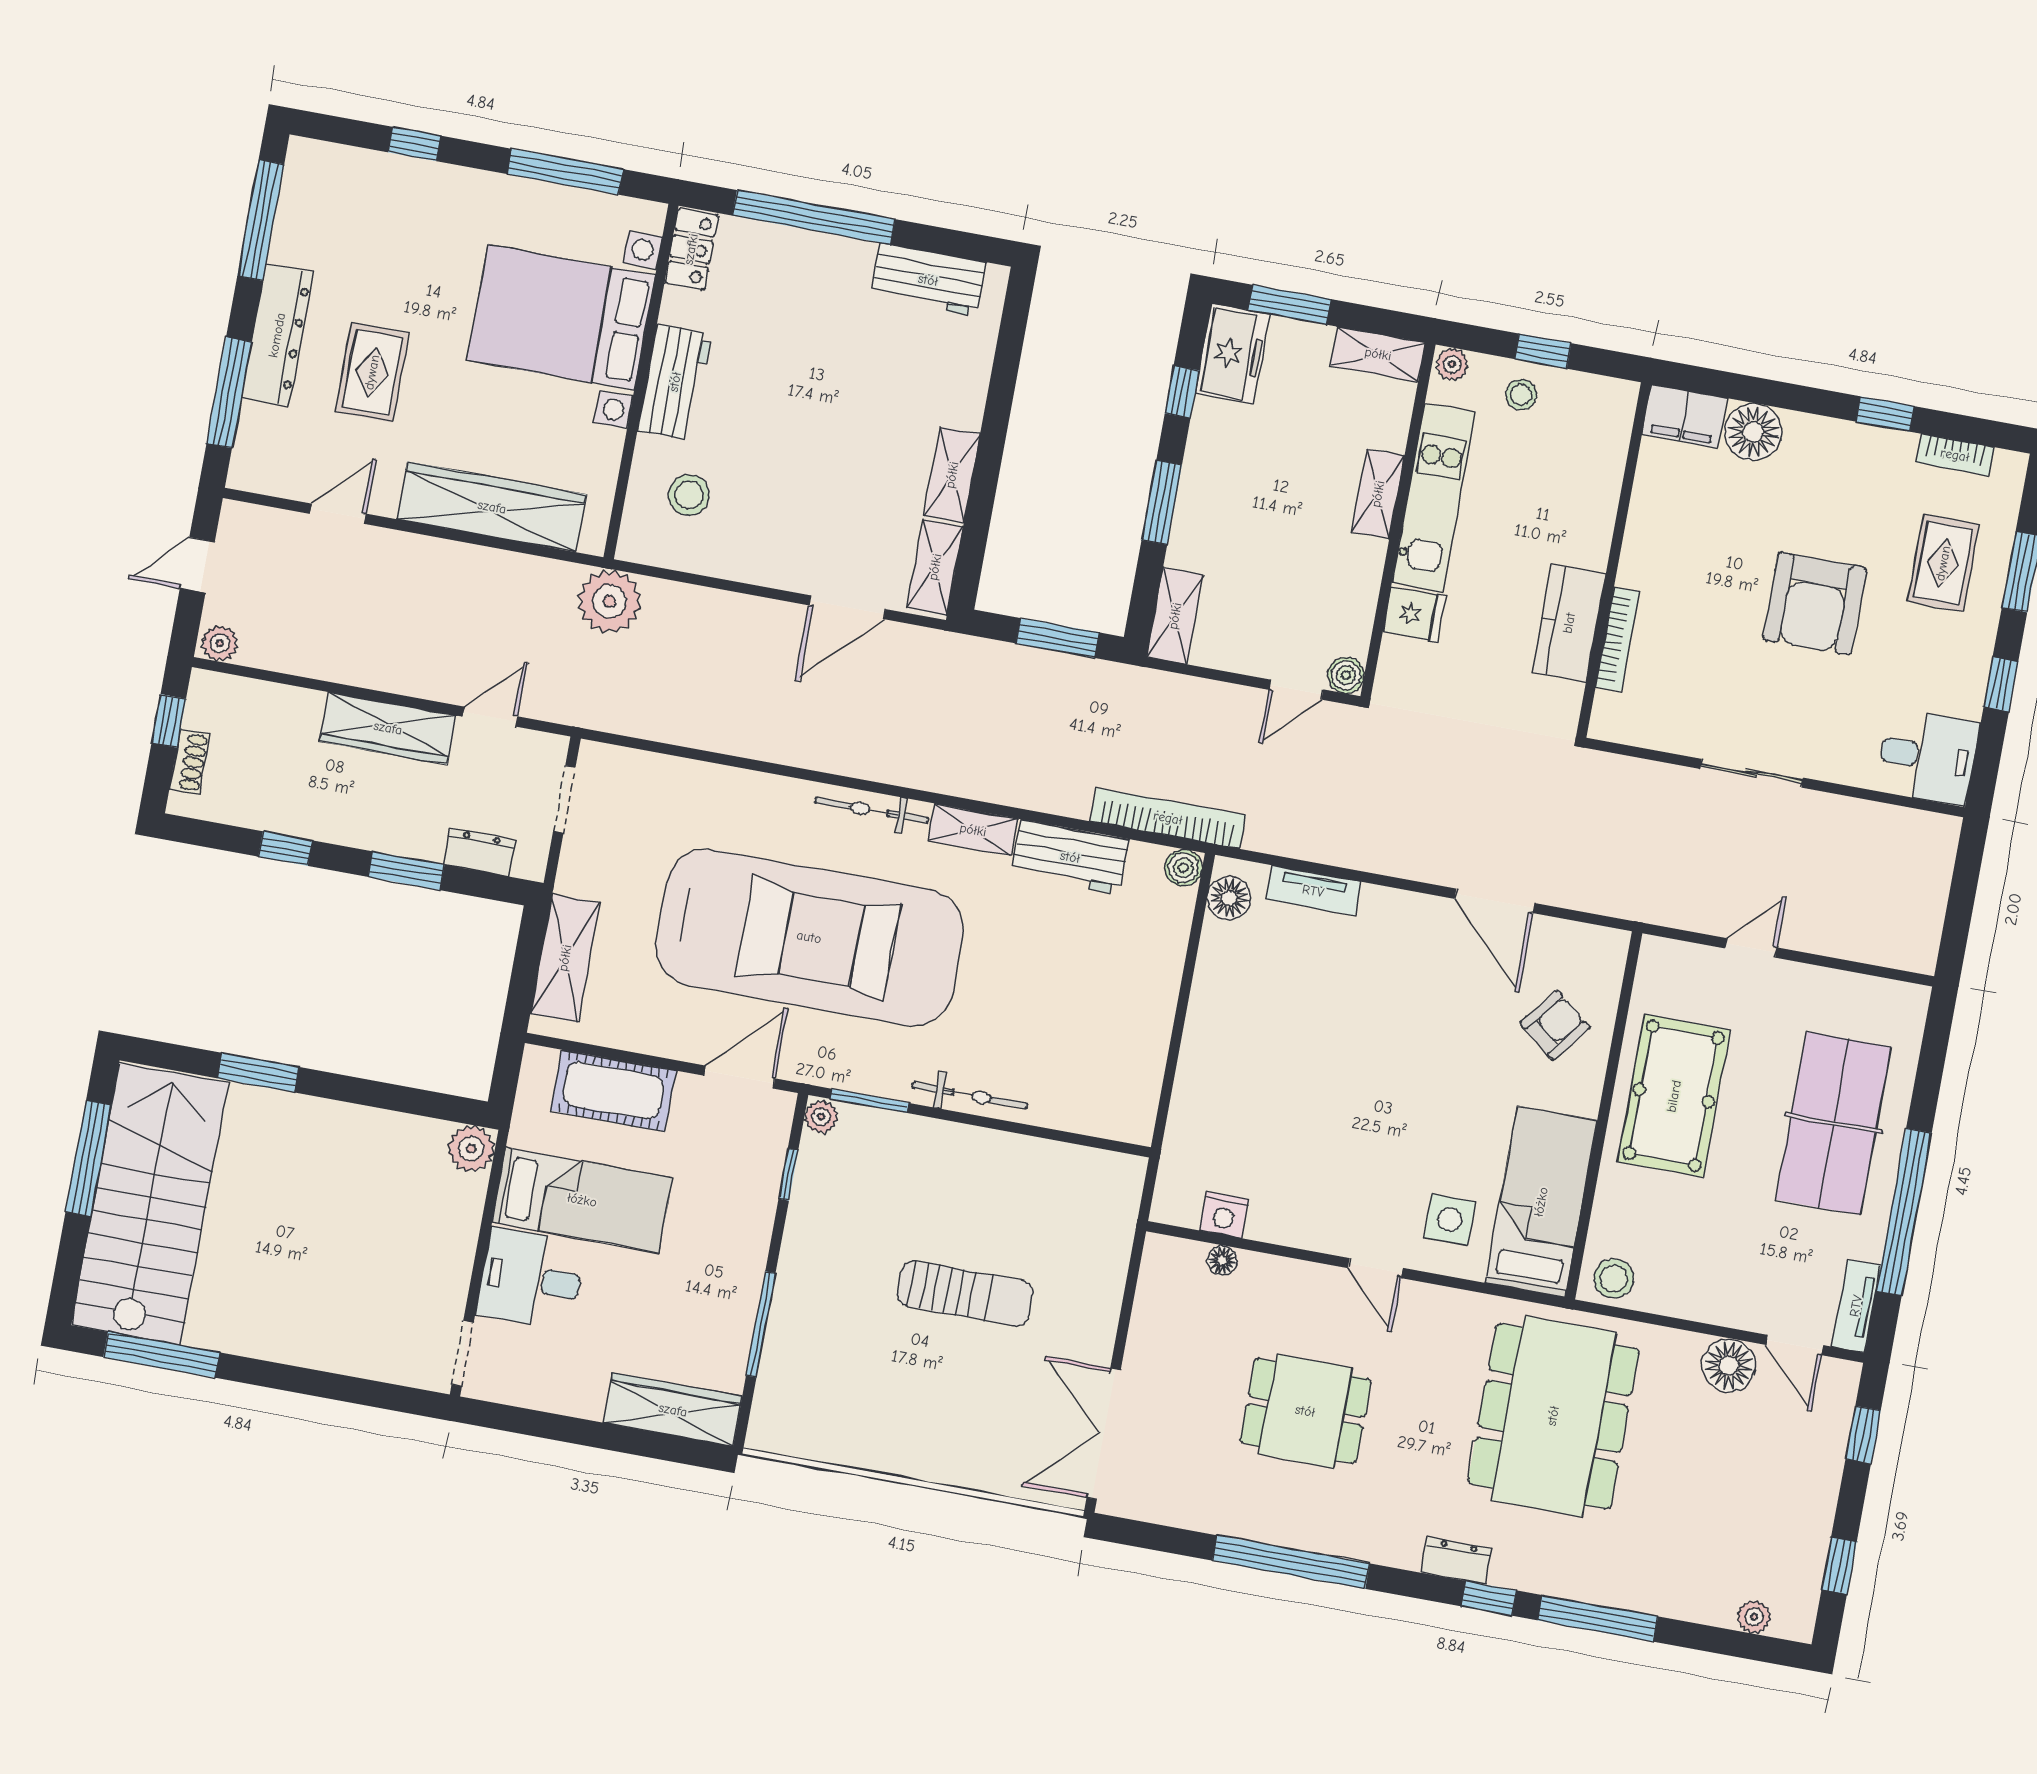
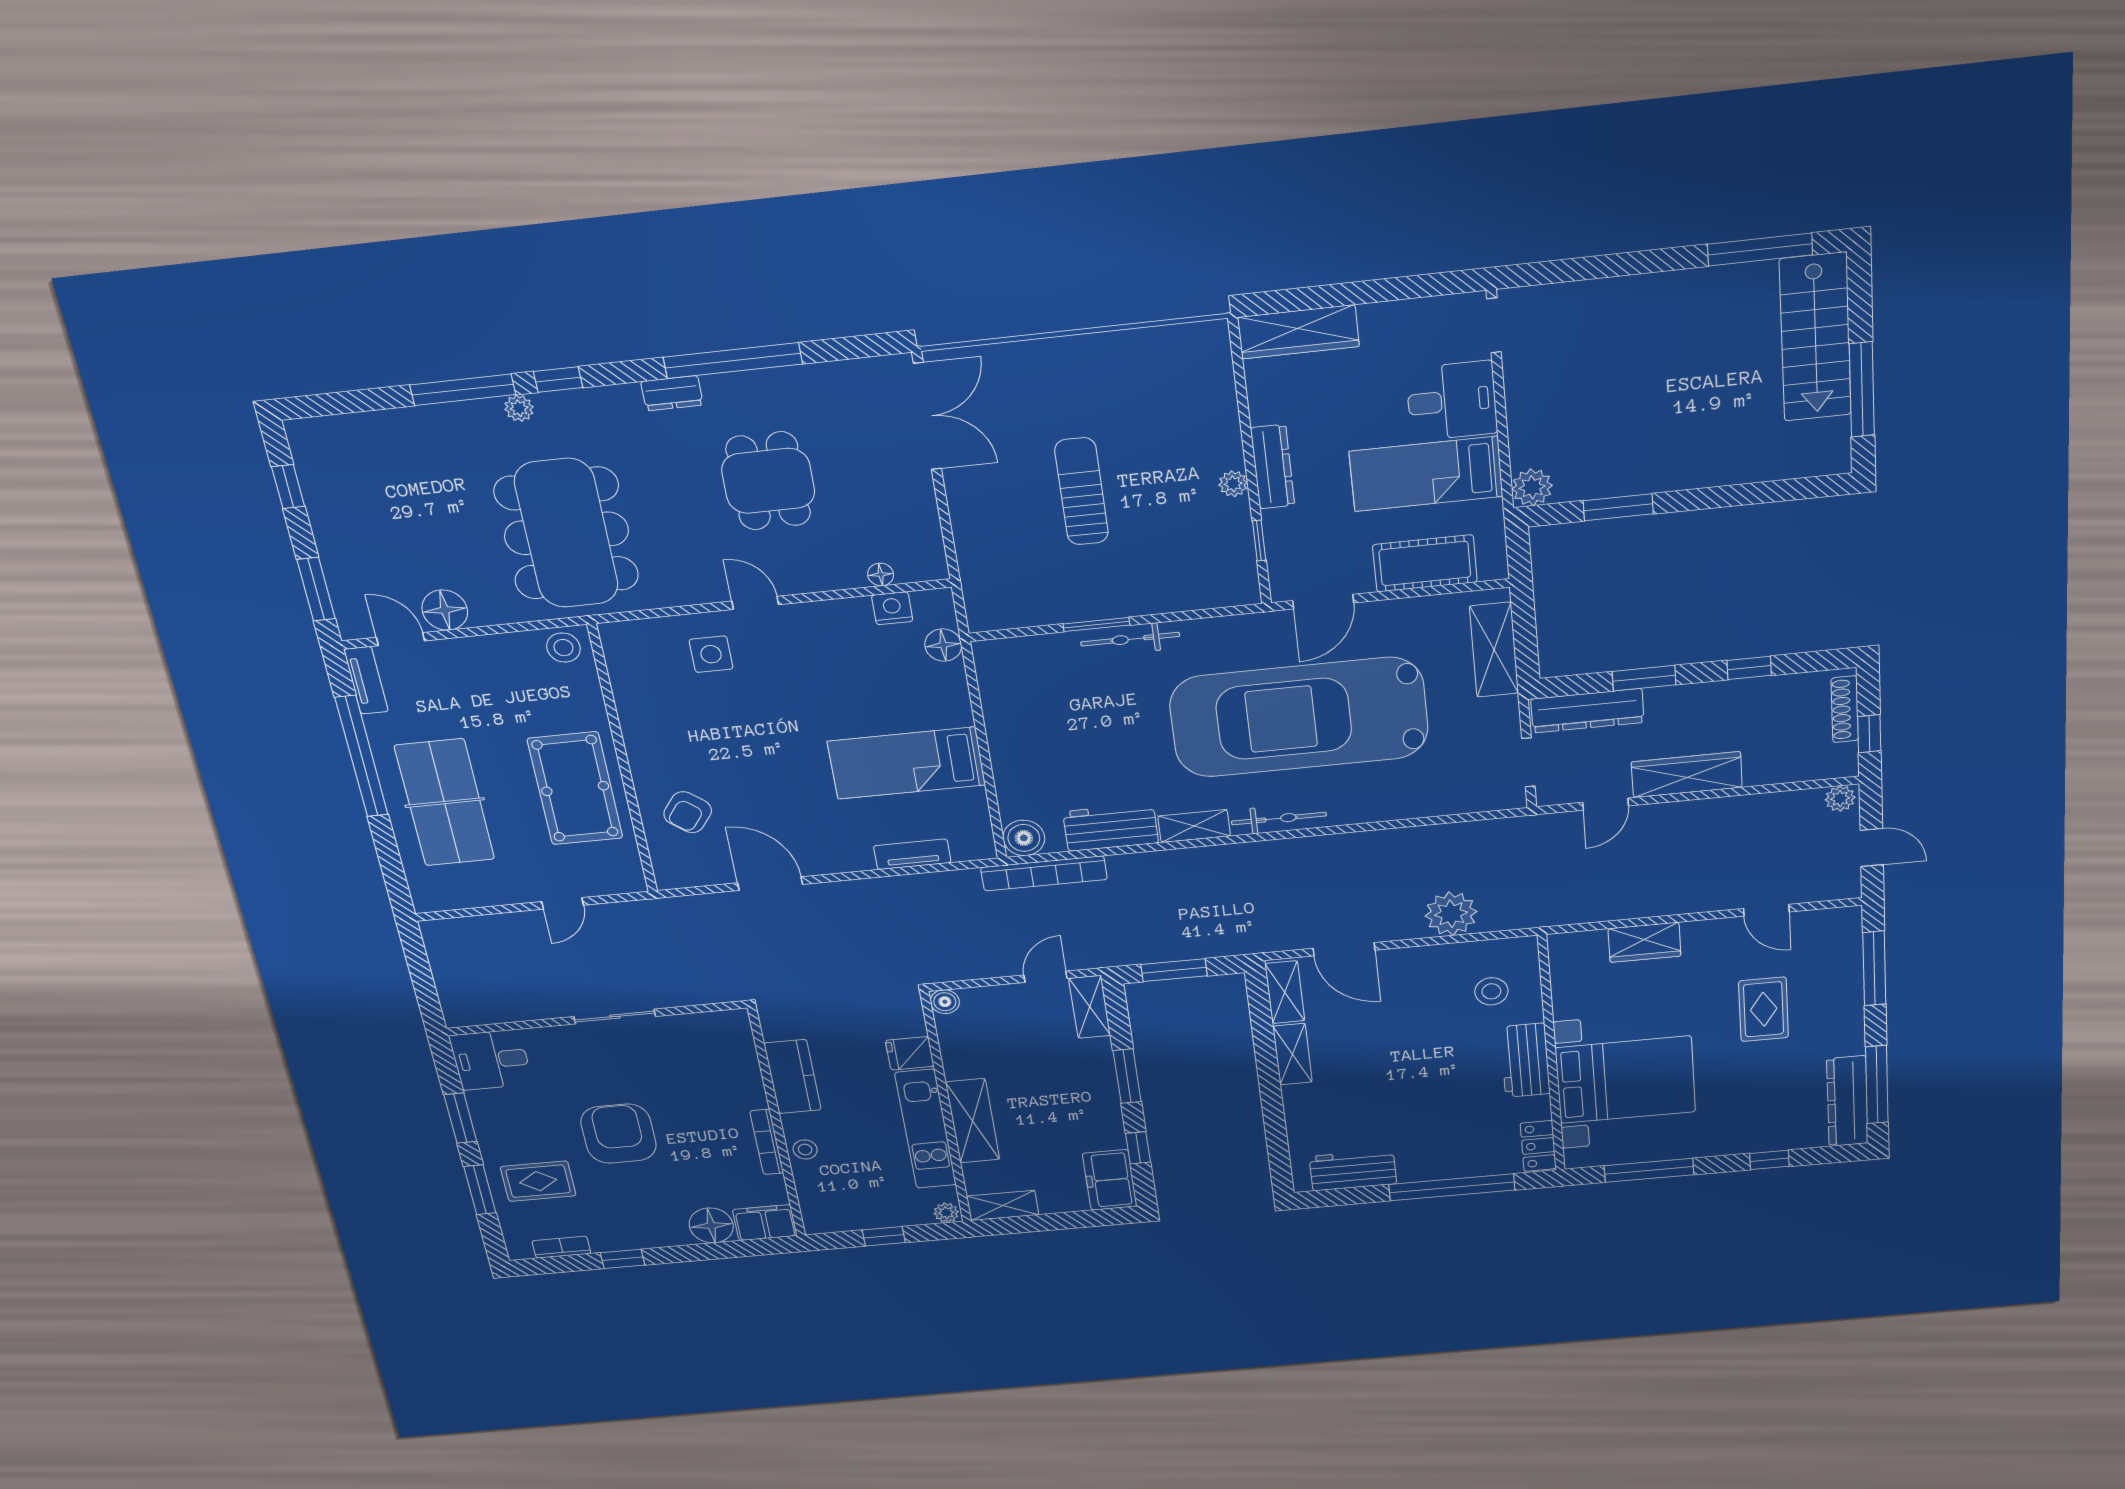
window: (1290, 305) -> (1079, 1219), removed
dresser: (277, 335) -> (1847, 1101), moved
stool: (1521, 395) -> (805, 1149), moved
shelving: (1378, 494) -> (973, 1121), width x1.50, depth x1.33
wardrobe: (492, 507) -> (1644, 942), width x0.48, depth x0.85
door: (338, 514) -> (1766, 910), hinge flipped
rug: (1943, 563) -> (538, 1181), turned 90
door: (197, 565) -> (1872, 847), hinge flipped
plant: (609, 601) -> (1451, 914), moved
door: (847, 607) -> (1344, 949), swing flipped
bookcase: (1618, 639) -> (767, 1142), moved
window: (2001, 684) -> (460, 1118), width x1.50
door: (1296, 690) -> (1045, 977), moved
shoe rack: (190, 762) -> (1845, 709), width x1.43
dresser: (479, 852) -> (1587, 711), width x1.96, depth x1.24
boiler: (1183, 868) -> (1024, 838), width x1.36, depth x1.36
floor lamp: (1229, 898) -> (943, 645), moved
window: (258, 1073) -> (1618, 507), moved
window: (869, 1101) -> (1096, 625), moved
plant: (821, 1117) -> (1233, 484), moved
bed: (1541, 1202) -> (906, 763), moved, turned 90
stairs: (150, 1204) -> (1815, 337), width x0.73, depth x0.66
dresser: (747, 1260) -> (1273, 467), added
sun lounger: (965, 1293) -> (1082, 491), turned 90
window: (761, 1324) -> (1245, 420), removed
dining table: (1305, 1411) -> (768, 481), turned 90
window: (1863, 1435) -> (316, 589), width x1.50
dresser: (1456, 1561) -> (672, 393), moved
plant: (1754, 1617) -> (519, 408), moved

